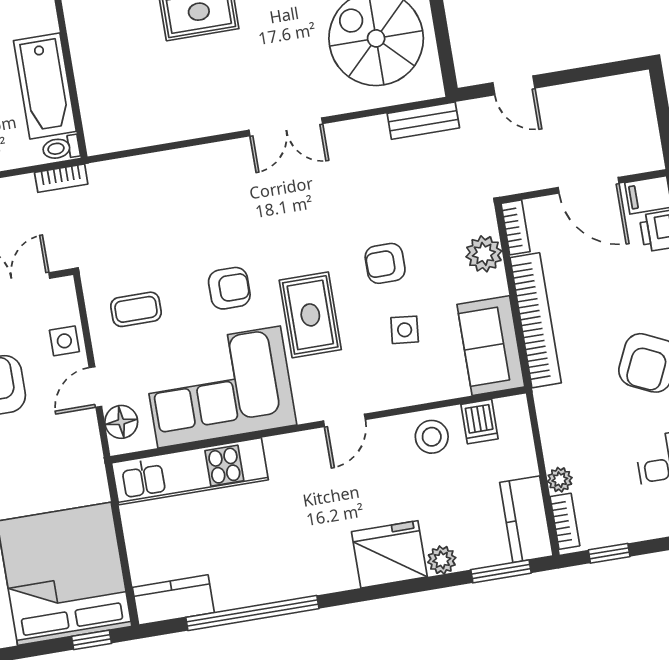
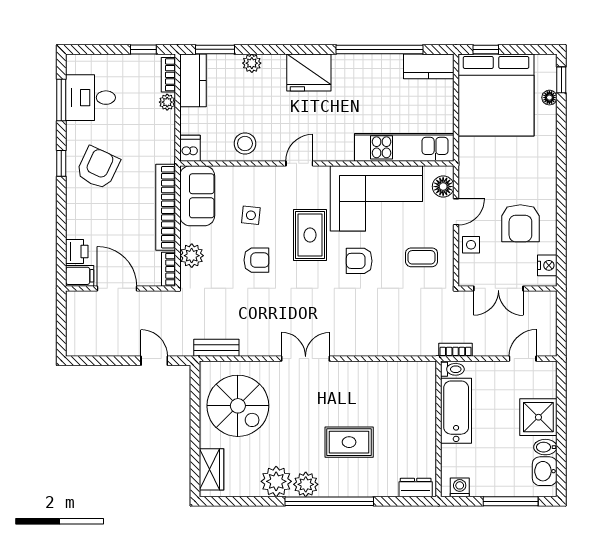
dishwasher: (479, 422) -> (190, 148), moved
fridge: (389, 554) -> (309, 72), moved

